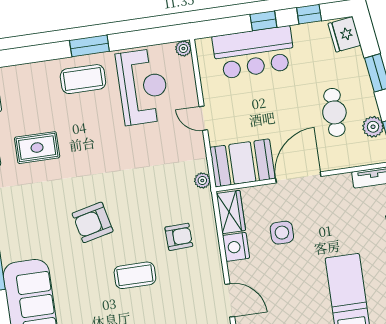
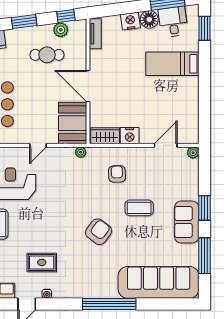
rug: (37, 148) -> (42, 262), turned 90
armchair: (93, 222) -> (99, 232), turned -130
side table: (282, 233) -> (124, 103), removed
coffee table: (135, 275) -> (139, 208), turned 90

